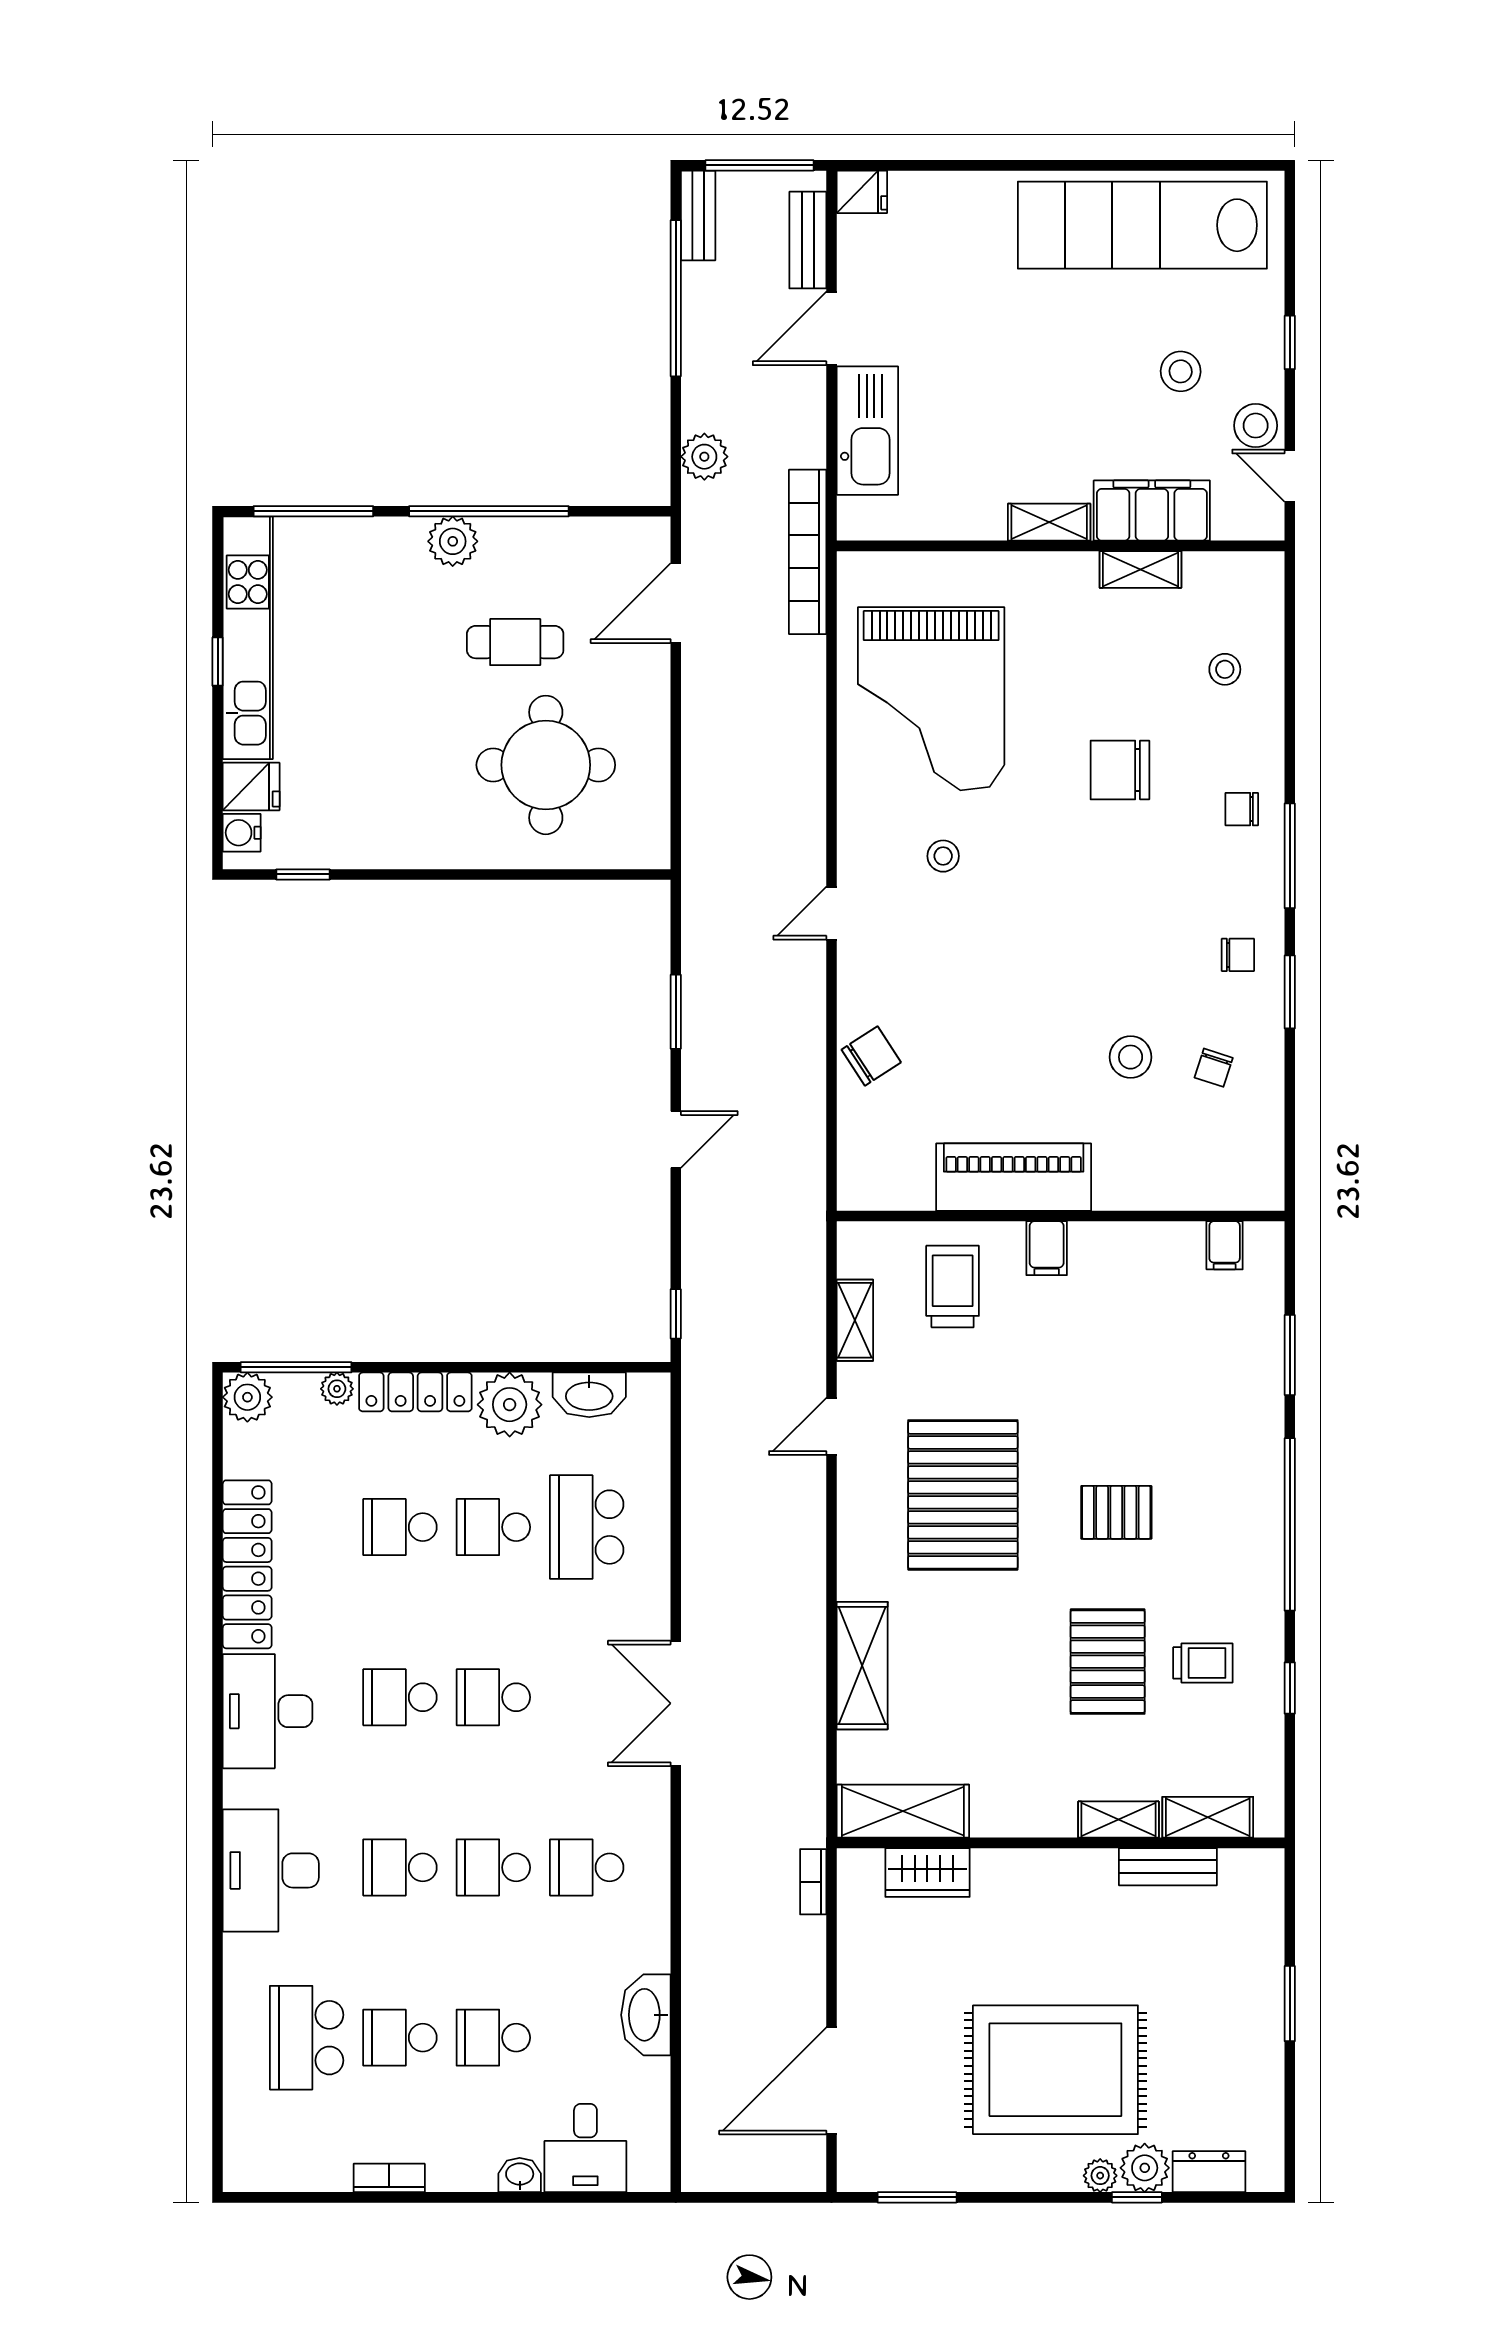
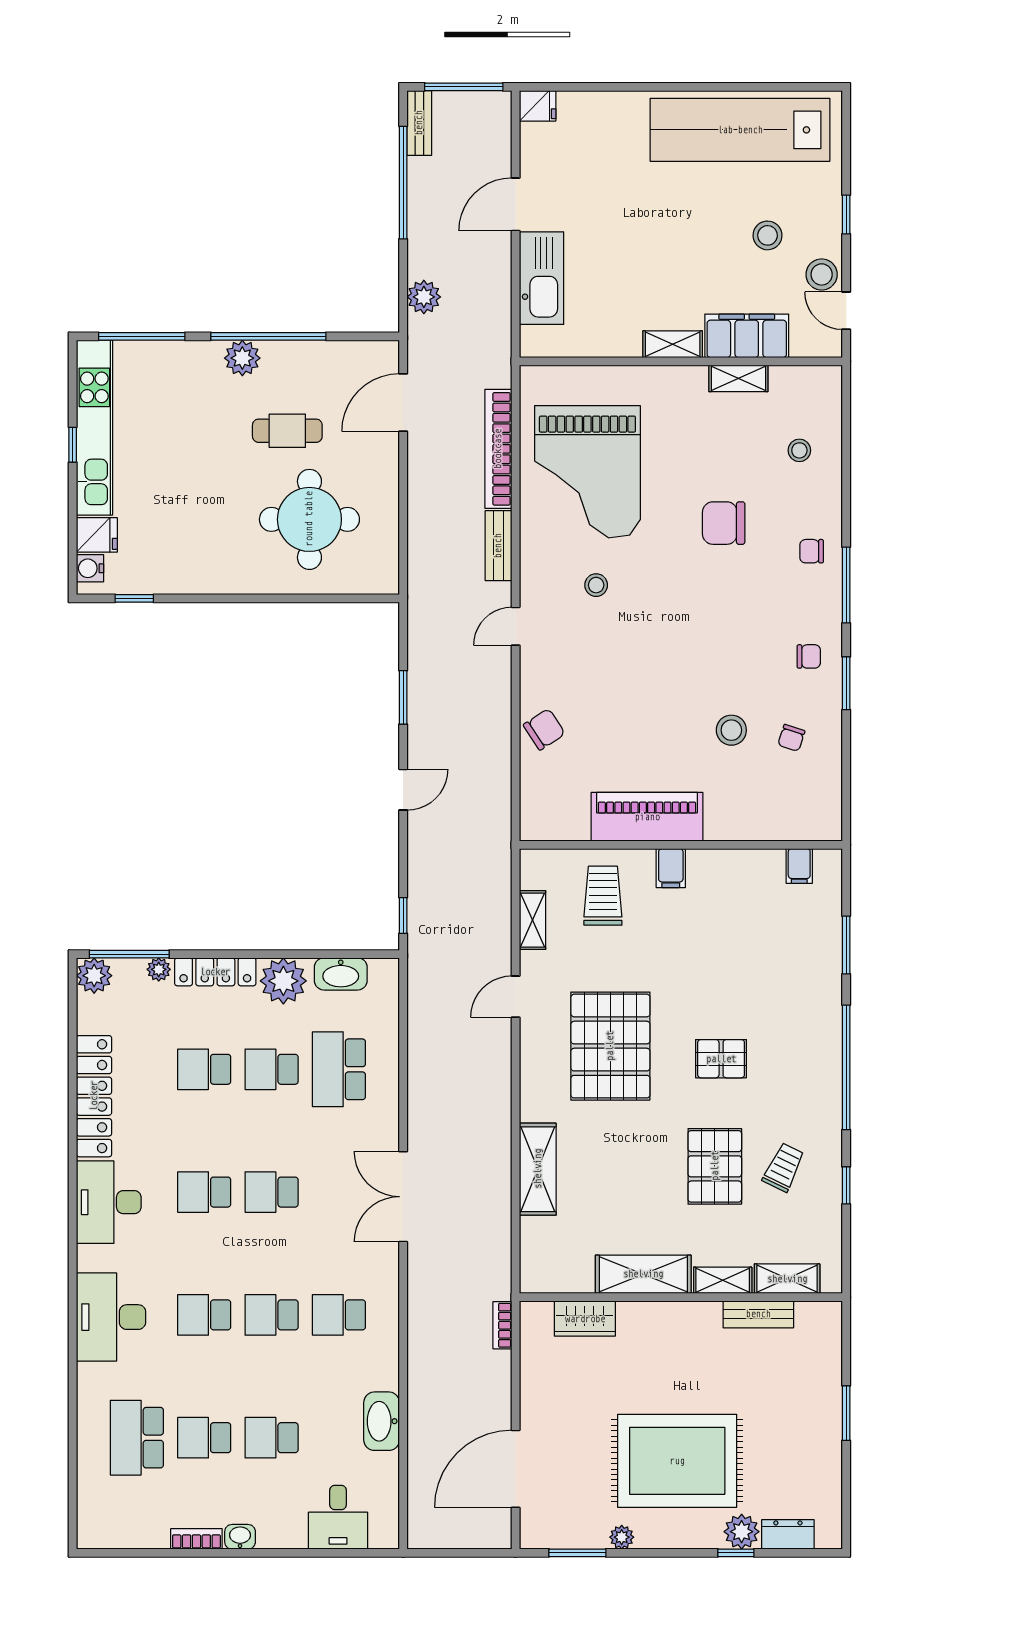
bench: (808, 240) -> (498, 546), moved
bookcase: (808, 552) -> (498, 449), moved
trolley: (1203, 1663) -> (784, 1167), turned -64
shelving: (903, 1811) -> (643, 1274), moved
washbasin: (520, 2175) -> (240, 1537), moved
plant: (1100, 2176) -> (622, 1537), moved

